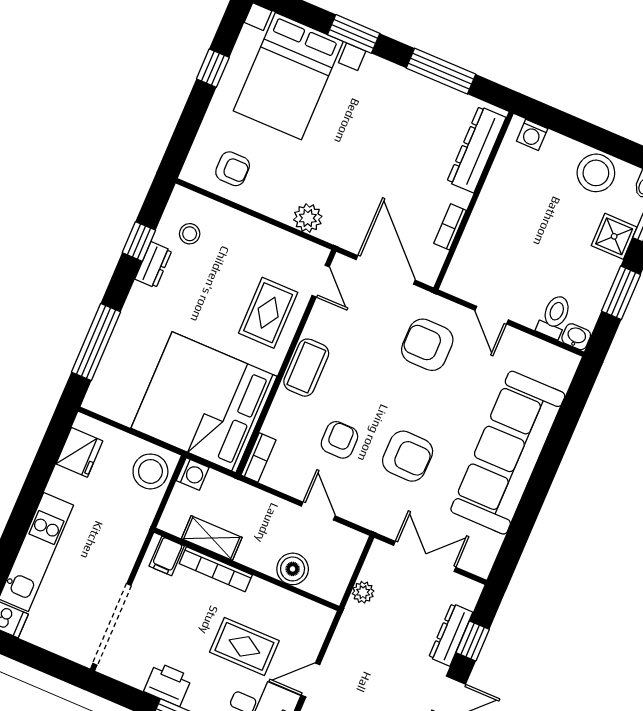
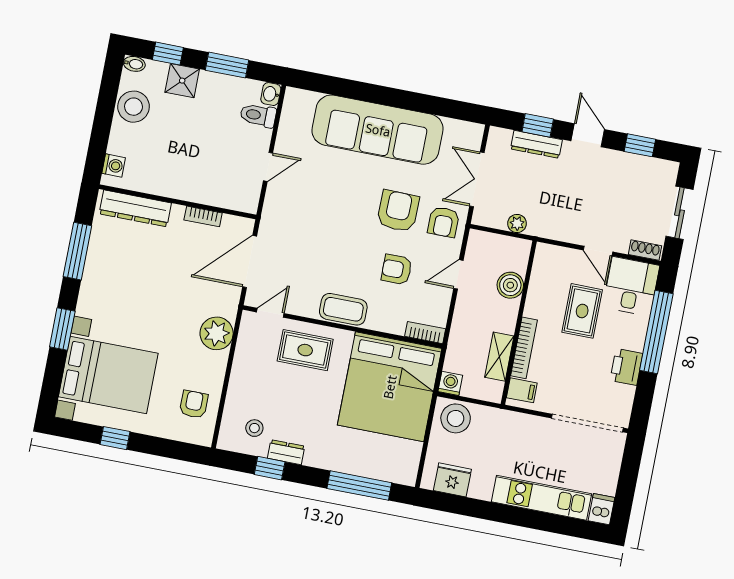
plant: (308, 218) -> (217, 333), width x1.36, depth x1.36
armchair: (427, 345) -> (443, 222), moved, width x0.72, depth x0.72

